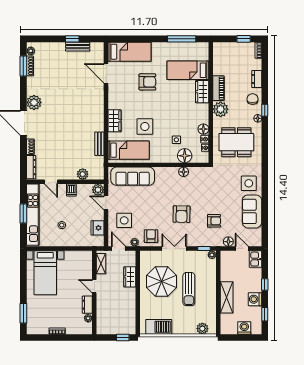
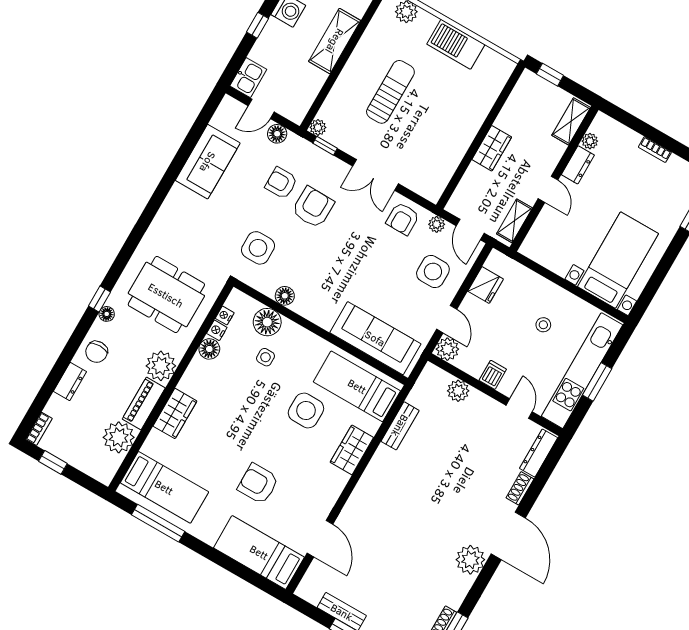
plant: (221, 67) -> (119, 437), added
bed: (188, 70) -> (164, 487), moved
window: (265, 110) -> (99, 299), moved
side table: (249, 183) -> (258, 248), moved
armchair: (182, 214) -> (313, 207), moved
door: (242, 249) -> (261, 109), hinge flipped
wardrobe: (130, 277) -> (492, 148), moved
parasol: (162, 282) -> (429, 131), removed
shelving: (101, 322) -> (571, 121), added
barbecue: (159, 327) -> (456, 44), moved

